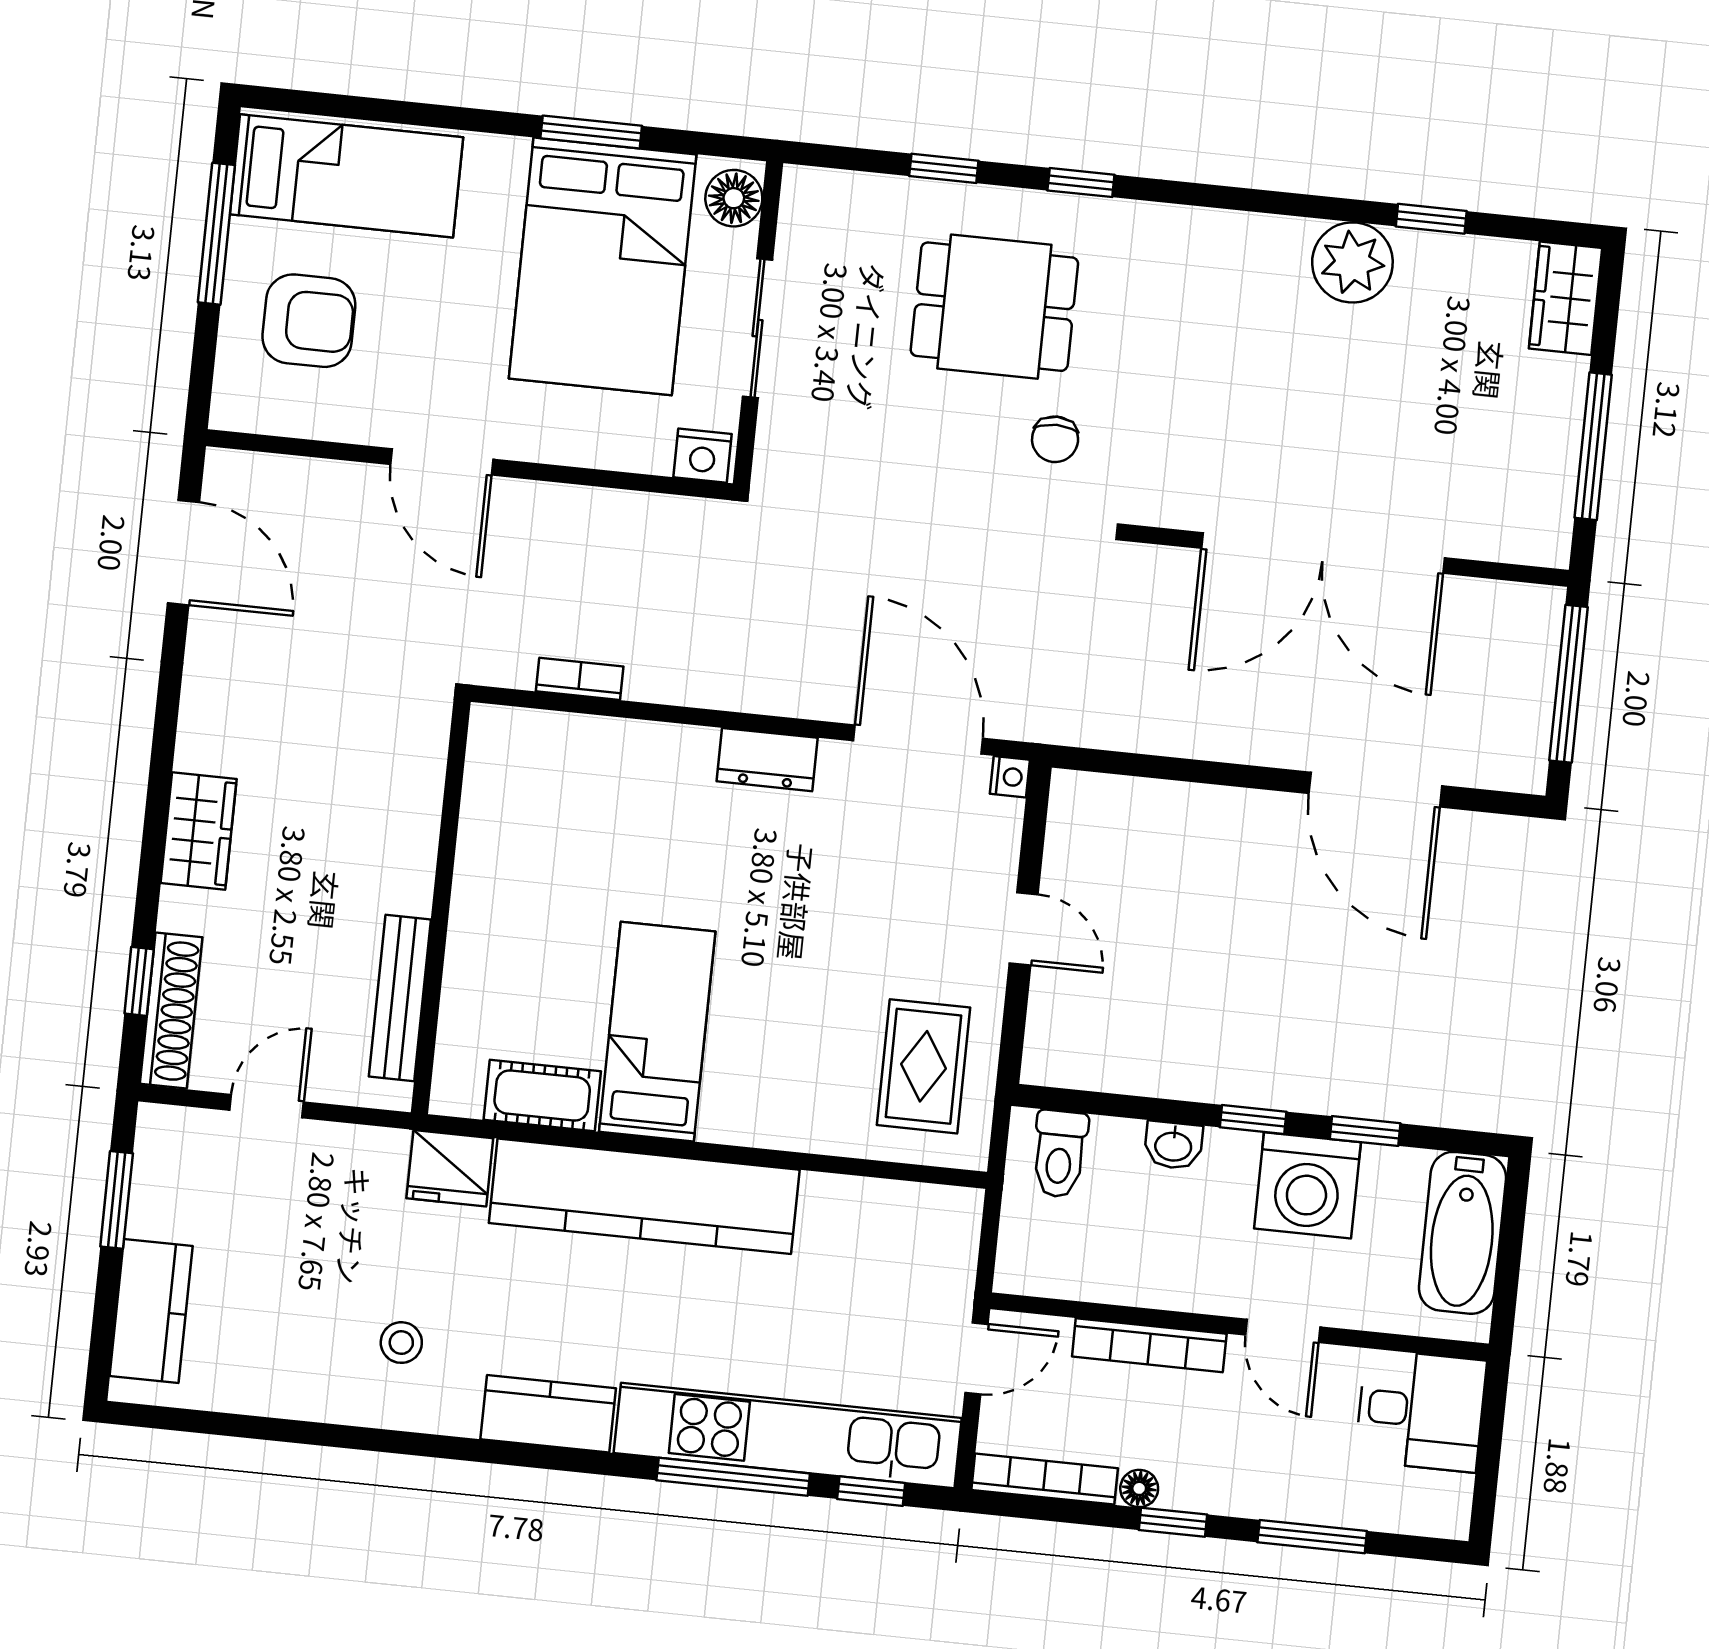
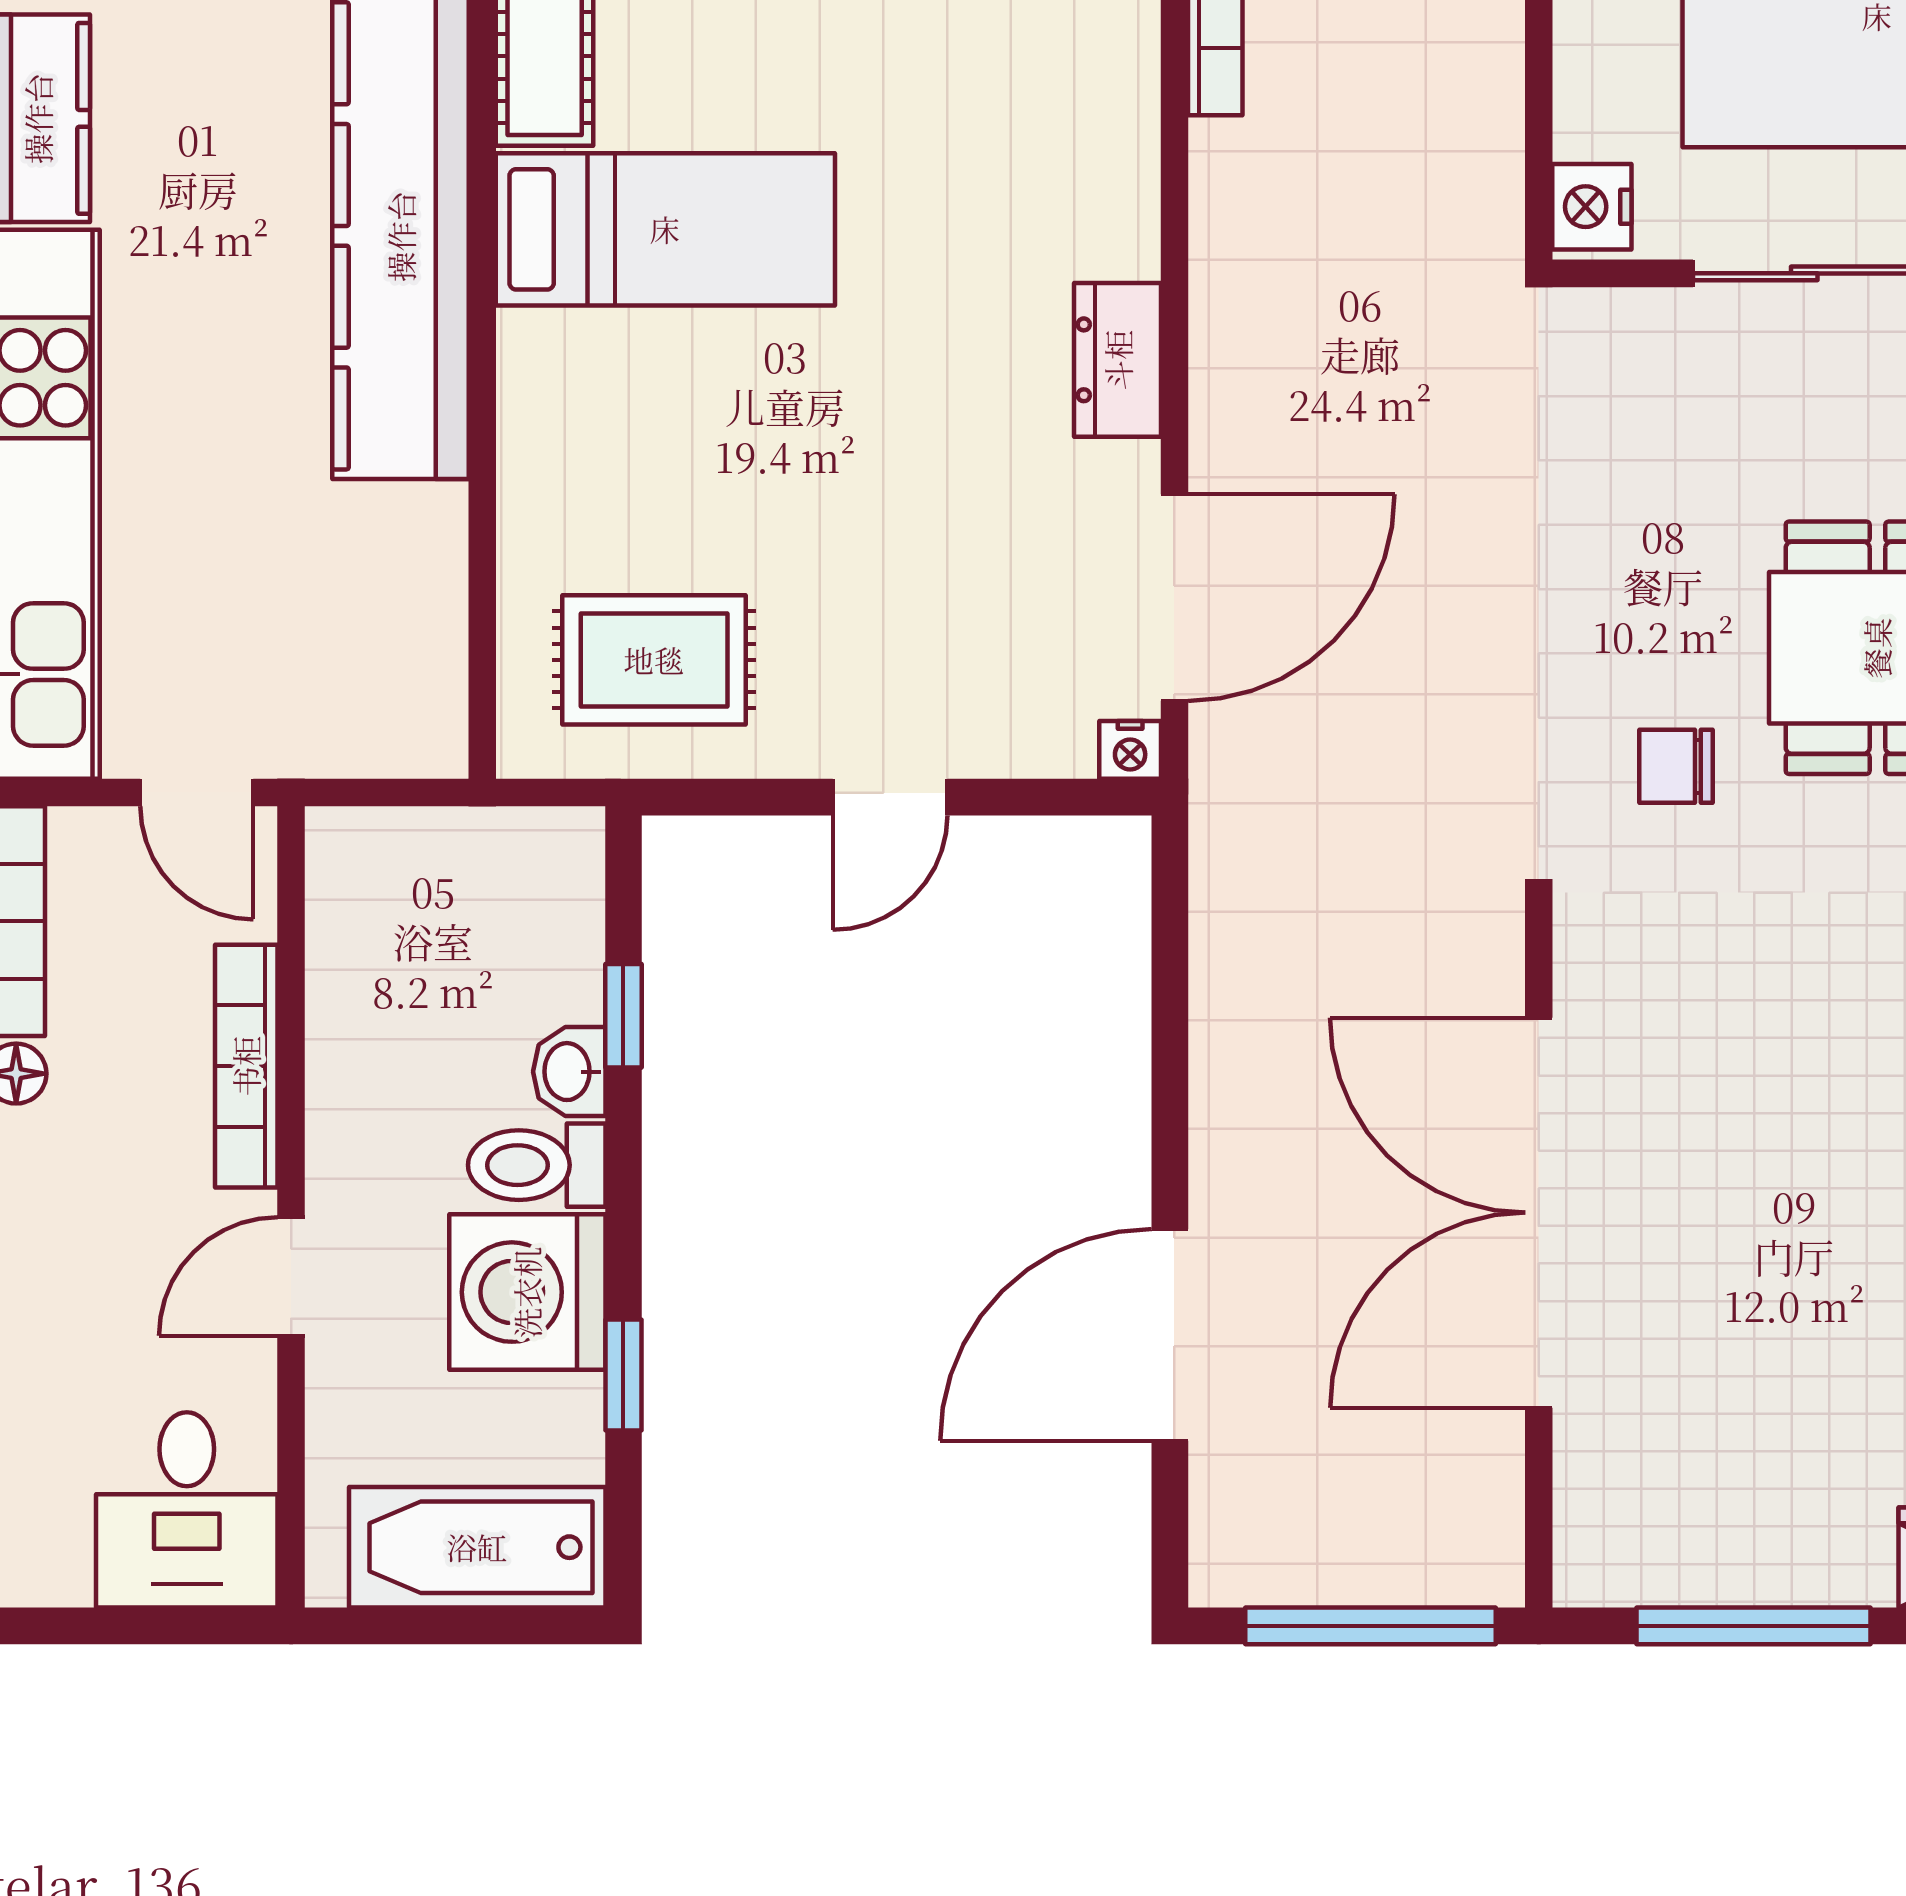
window: (1253, 1120) -> (623, 1016), moved
toilet: (1060, 1154) -> (537, 1165), moved

